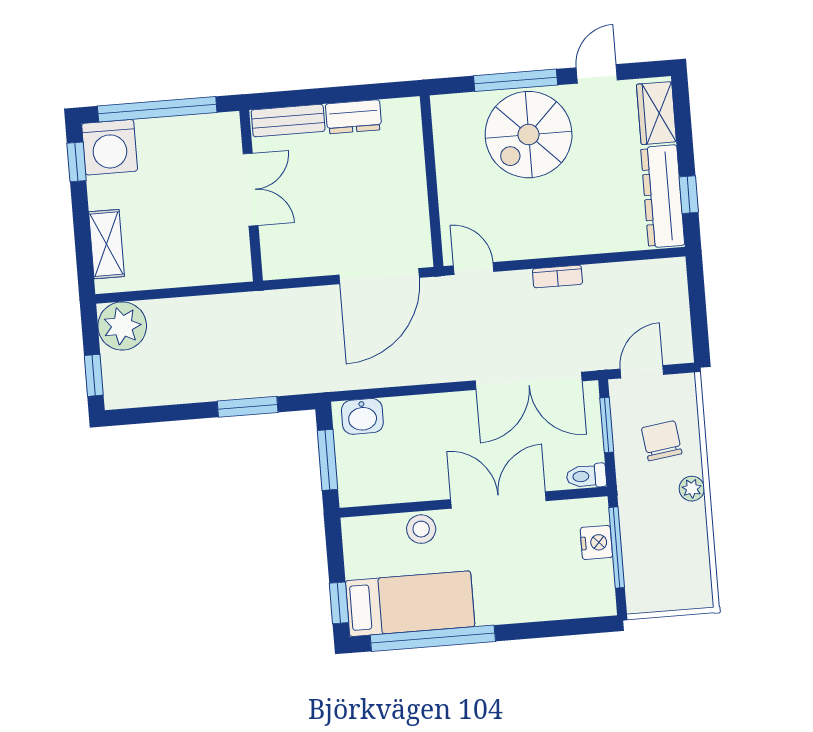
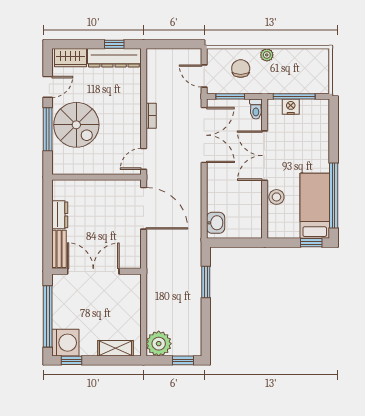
door: (597, 74) -> (48, 87), swing flipped
double door: (251, 190) -> (93, 271), width x1.37
chair: (662, 441) -> (241, 69), turned 98
window: (327, 460) -> (237, 243), removed

